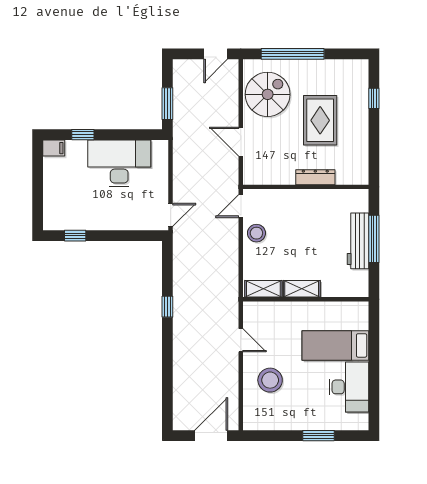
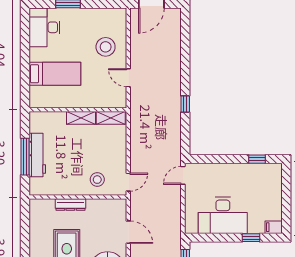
stool: (256, 233) -> (97, 180), moved
desk: (349, 387) -> (44, 27), moved

